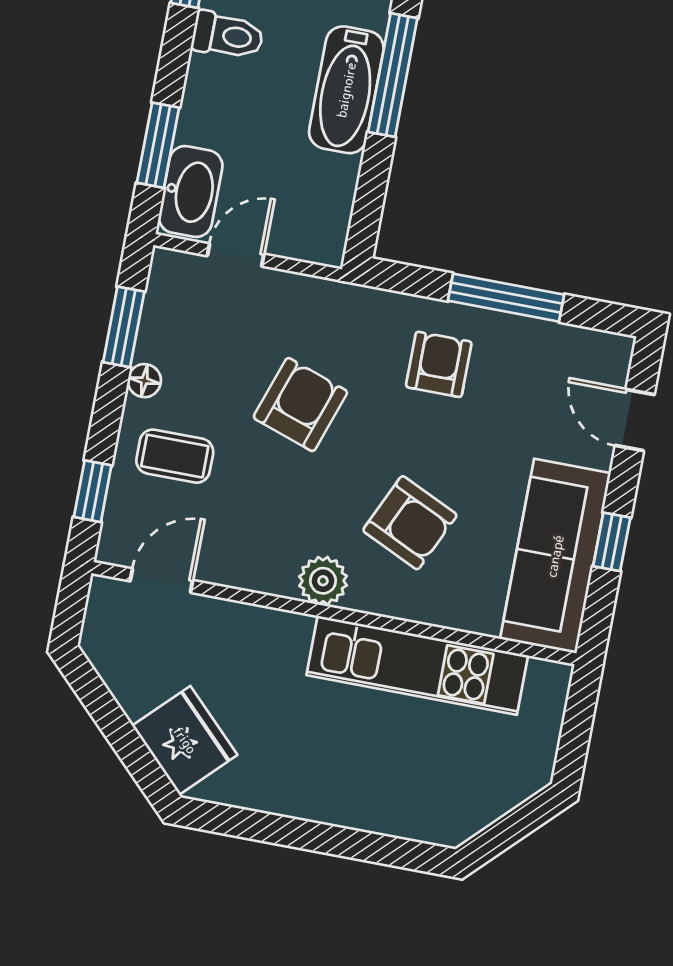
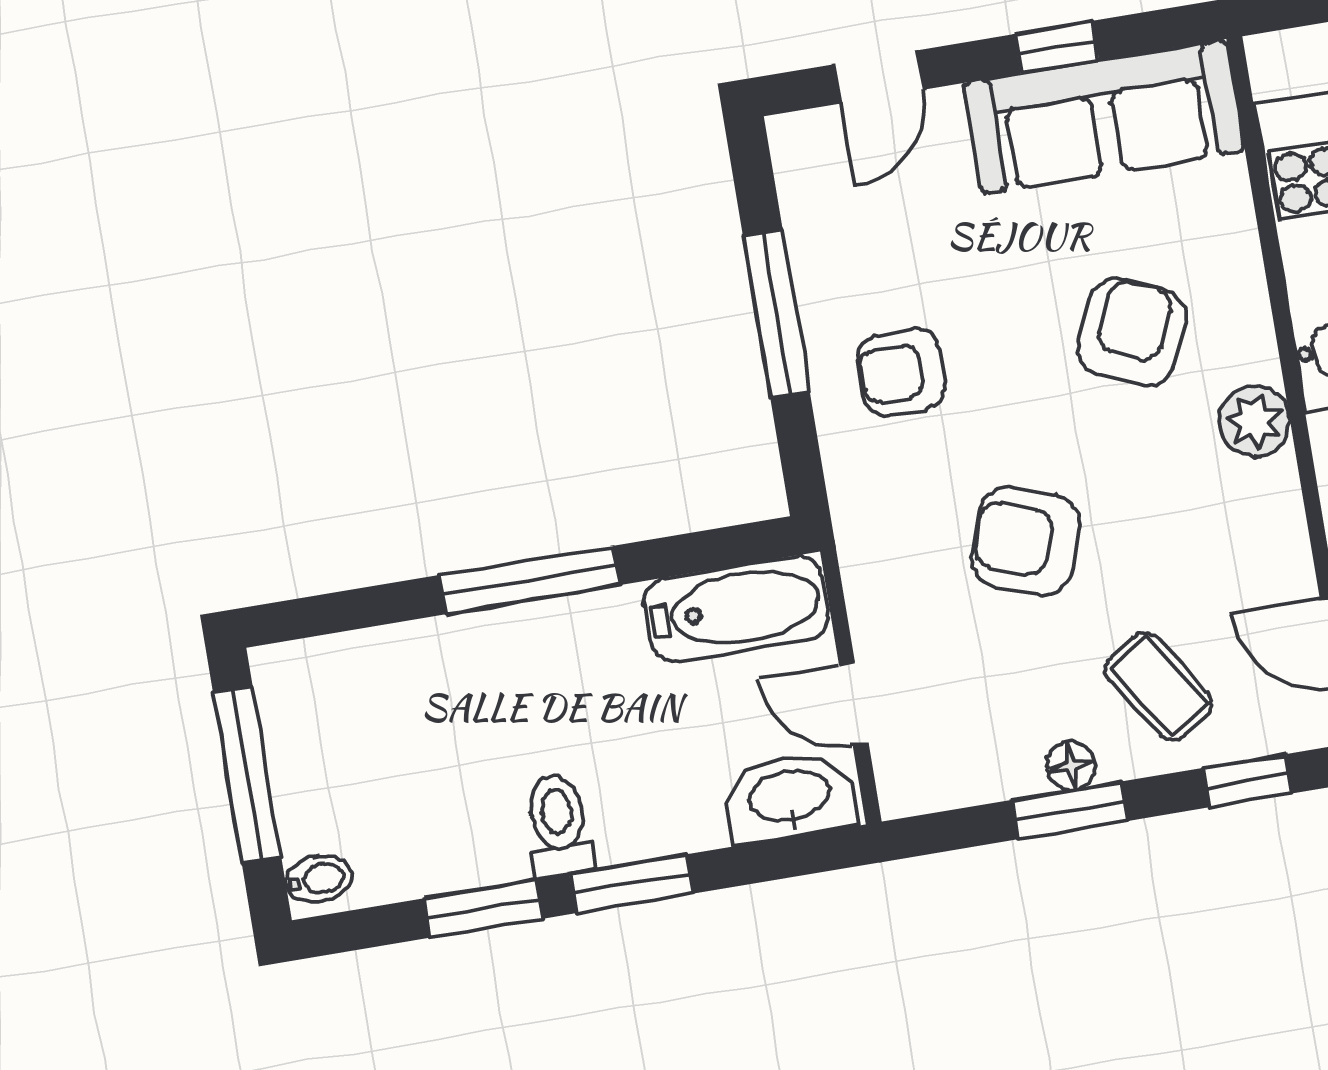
bathtub: (346, 90) -> (736, 609), moved
window: (158, 145) -> (631, 884), moved
window: (124, 327) -> (1070, 810), moved
coffee table: (175, 456) -> (1159, 686), turned -34

